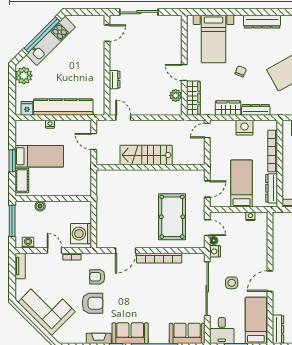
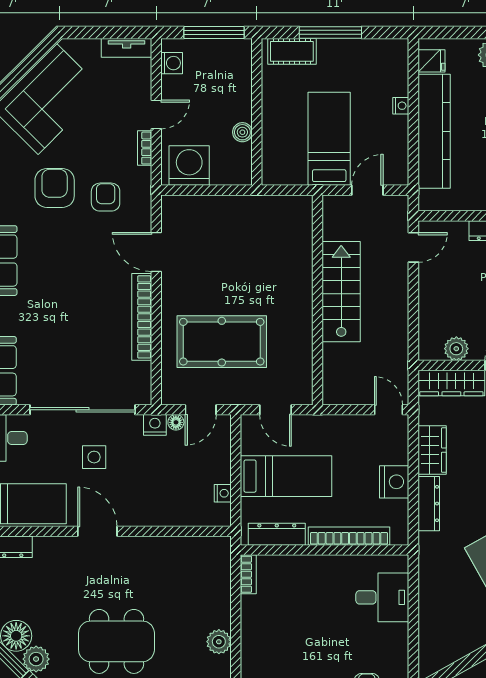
bed: (39, 156) -> (329, 139), moved, turned 180
window: (12, 161) -> (330, 32), width x1.44
boiler: (40, 206) -> (242, 132), moved
armchair: (93, 303) -> (55, 188), turned 180

